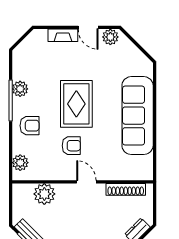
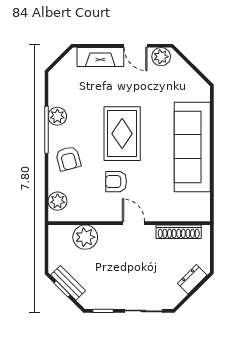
fireplace: (63, 35) -> (100, 57), width x1.37, depth x1.32
armchair: (30, 126) -> (68, 159), turned 75
armchair: (71, 146) -> (116, 182), turned 180

